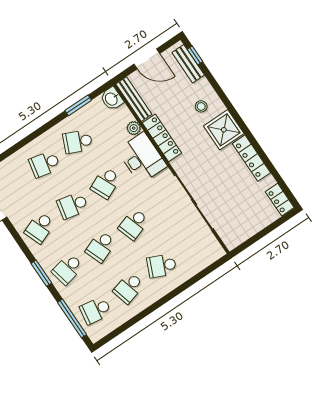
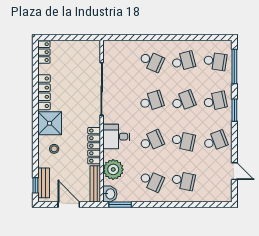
window: (78, 105) -> (120, 205), moved
plant: (134, 128) -> (113, 169), width x1.88, depth x1.88
desk: (142, 158) -> (116, 137), width x0.73

